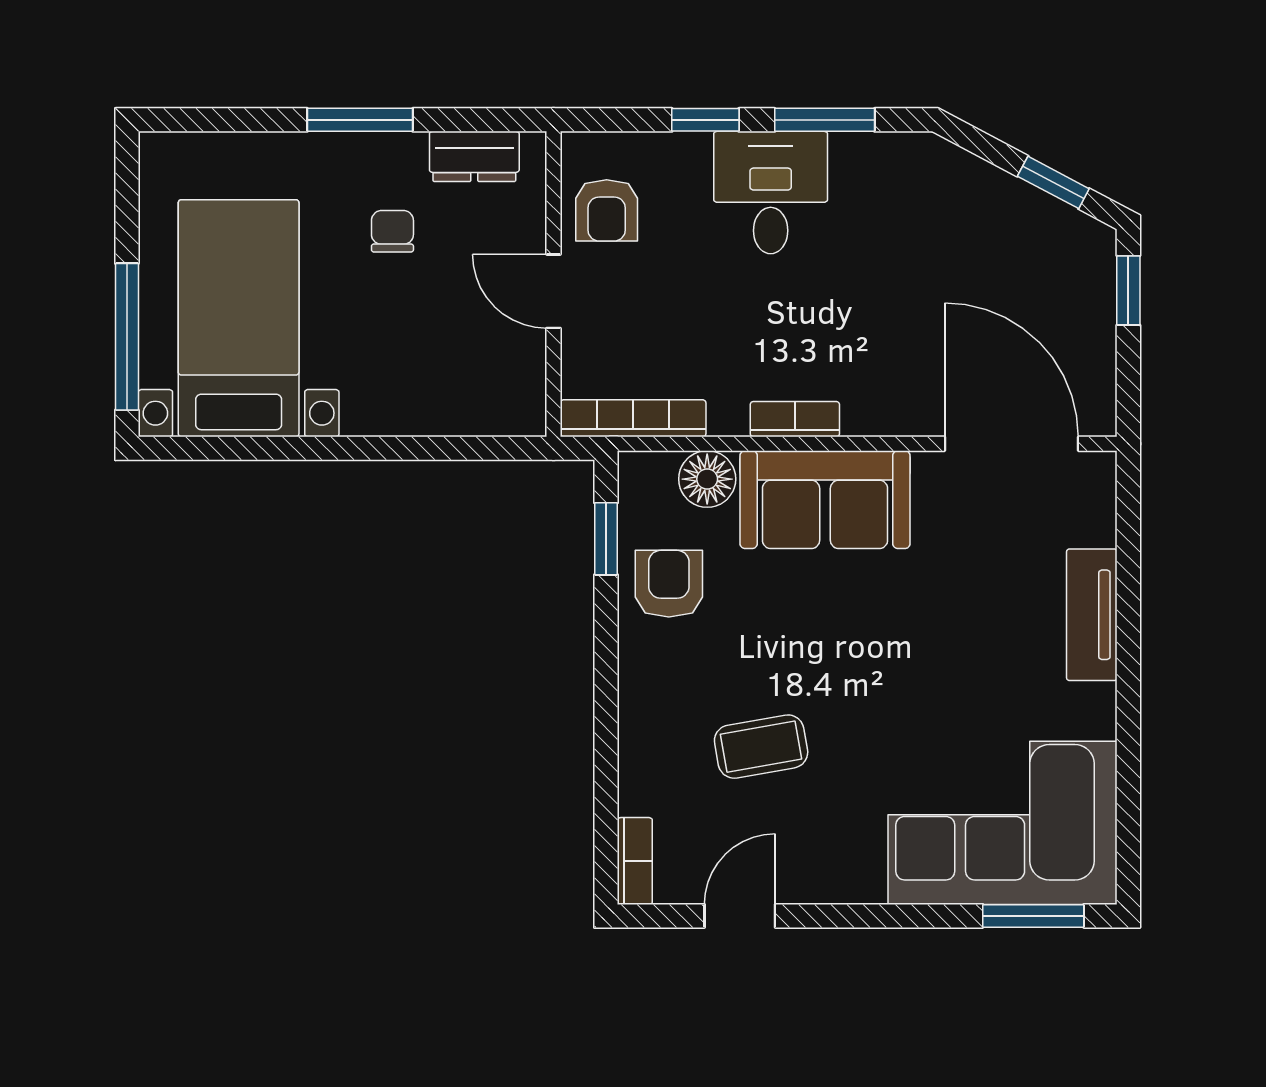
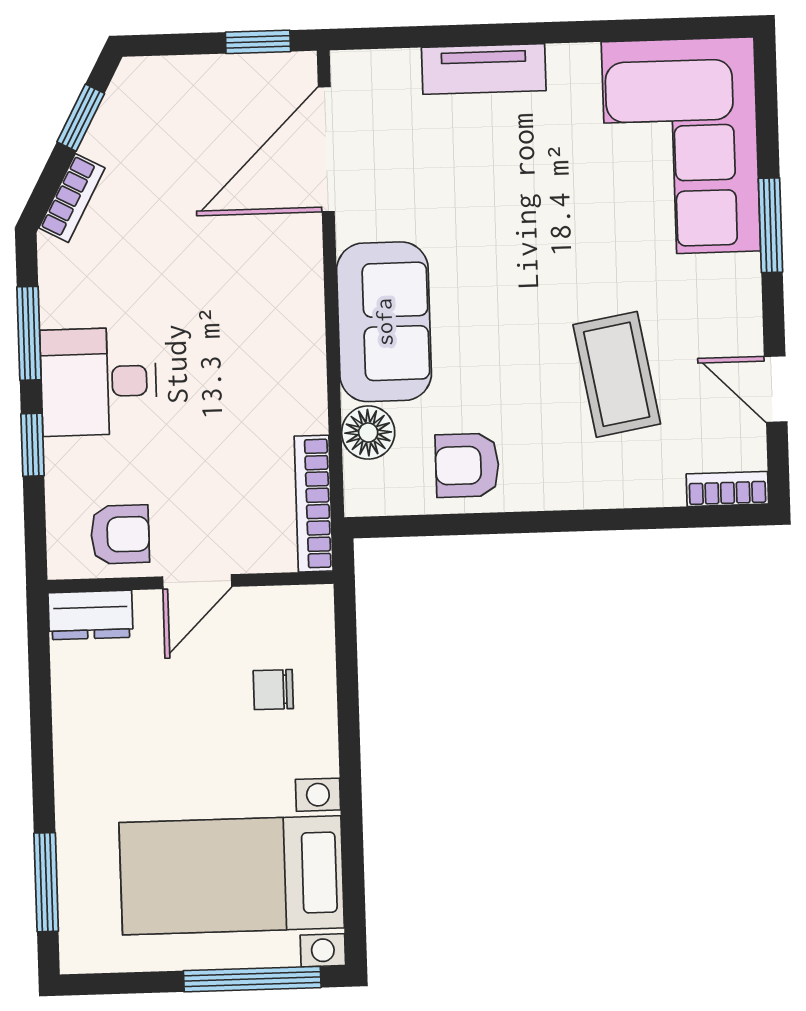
window: (360, 120) -> (46, 882), moved
dresser: (474, 156) -> (90, 615), moved, turned 90
chair: (392, 231) -> (273, 690), moved
window: (1128, 290) -> (258, 42), moved
bookcase: (795, 419) -> (72, 198), moved, turned -152
window: (606, 539) -> (427, 525), removed
coffee table: (761, 747) -> (617, 374), width x1.36, depth x1.30
window: (1033, 916) -> (770, 225), moved

